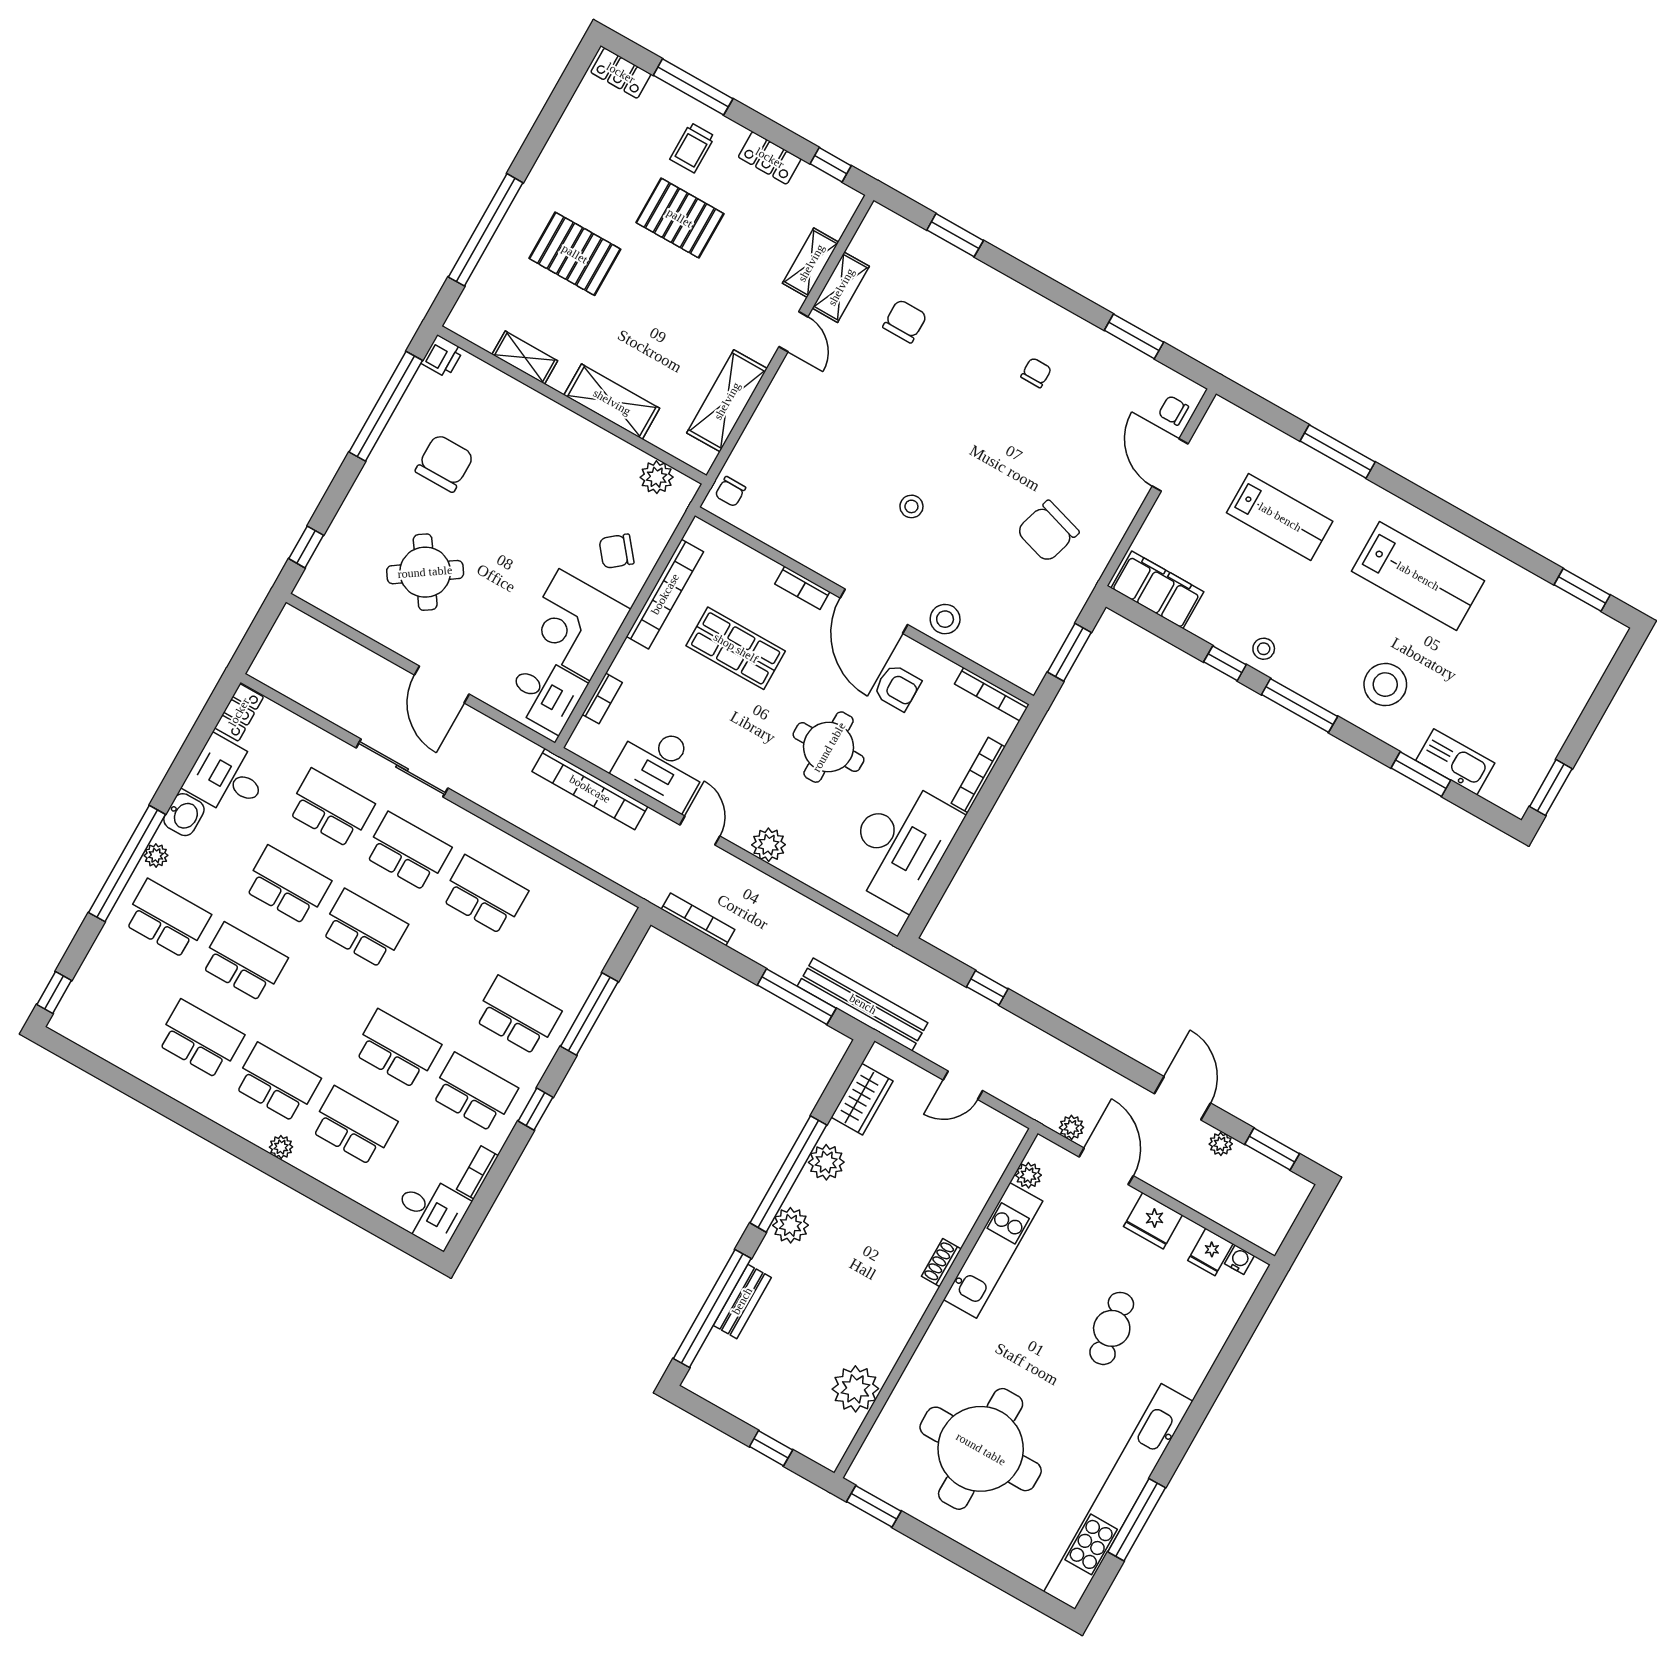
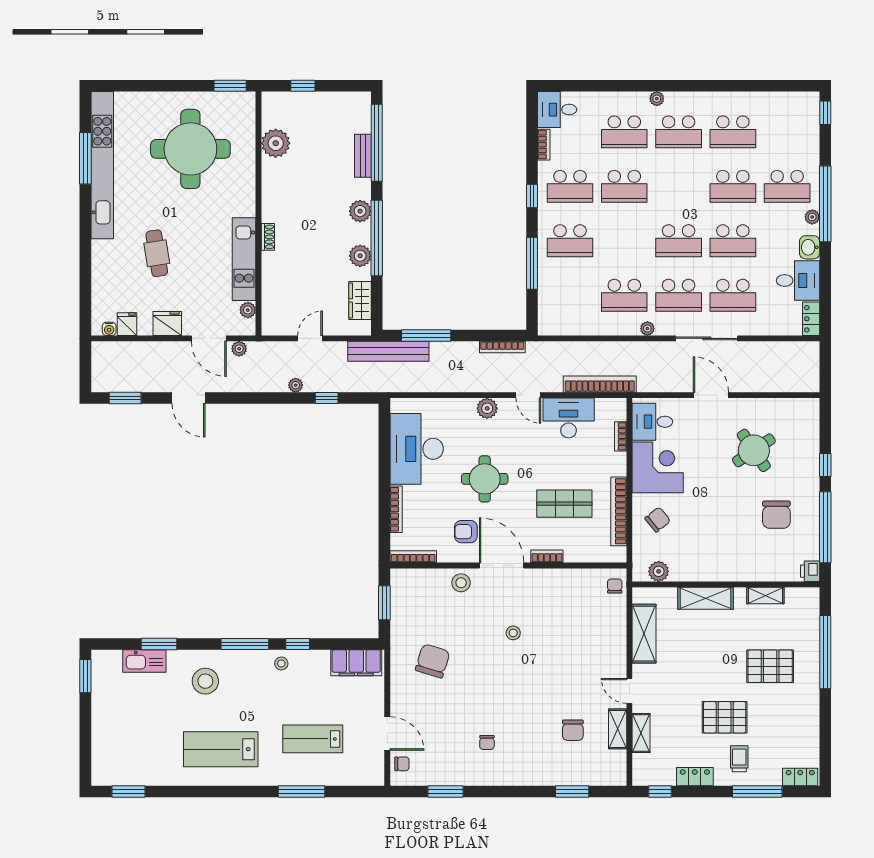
window: (306, 547) -> (825, 465), moved
plant: (478, 830) -> (647, 329), added
plant: (1221, 1144) -> (296, 385), moved

